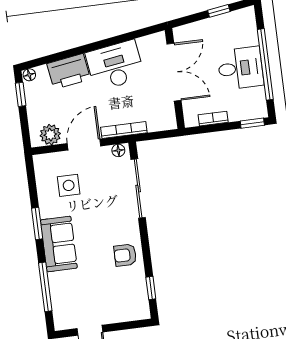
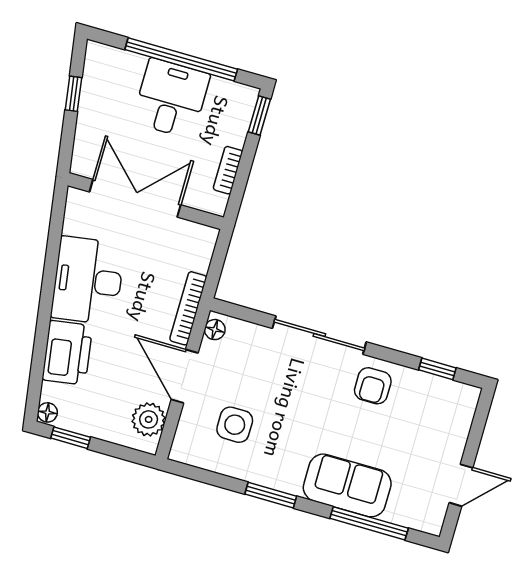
sliding door: (138, 189) -> (319, 335), moved
sofa: (59, 244) -> (347, 485), moved

